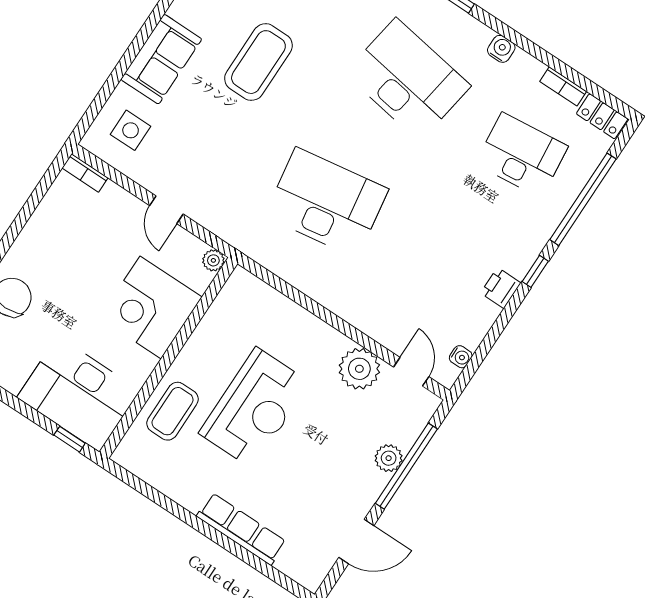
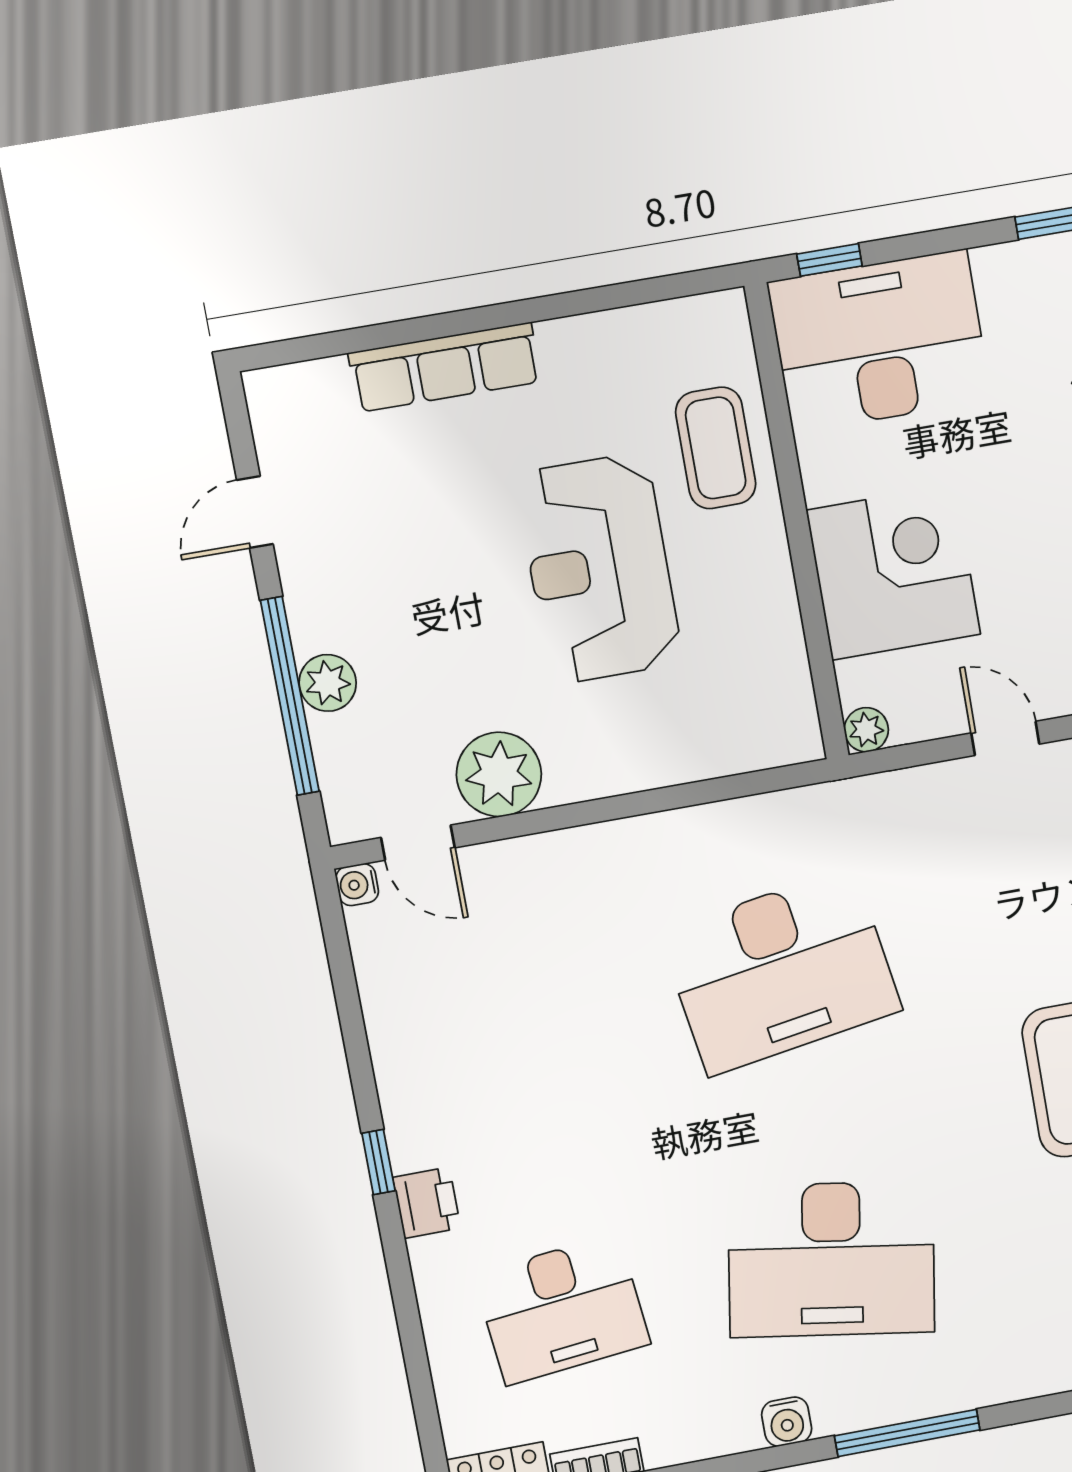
water cooler: (501, 49) -> (787, 1422), moved
window: (583, 199) -> (411, 1331), removed
printer: (501, 288) -> (427, 1203), moved
water cooler: (461, 357) -> (357, 885), moved
door: (356, 542) -> (255, 512), width x0.73

